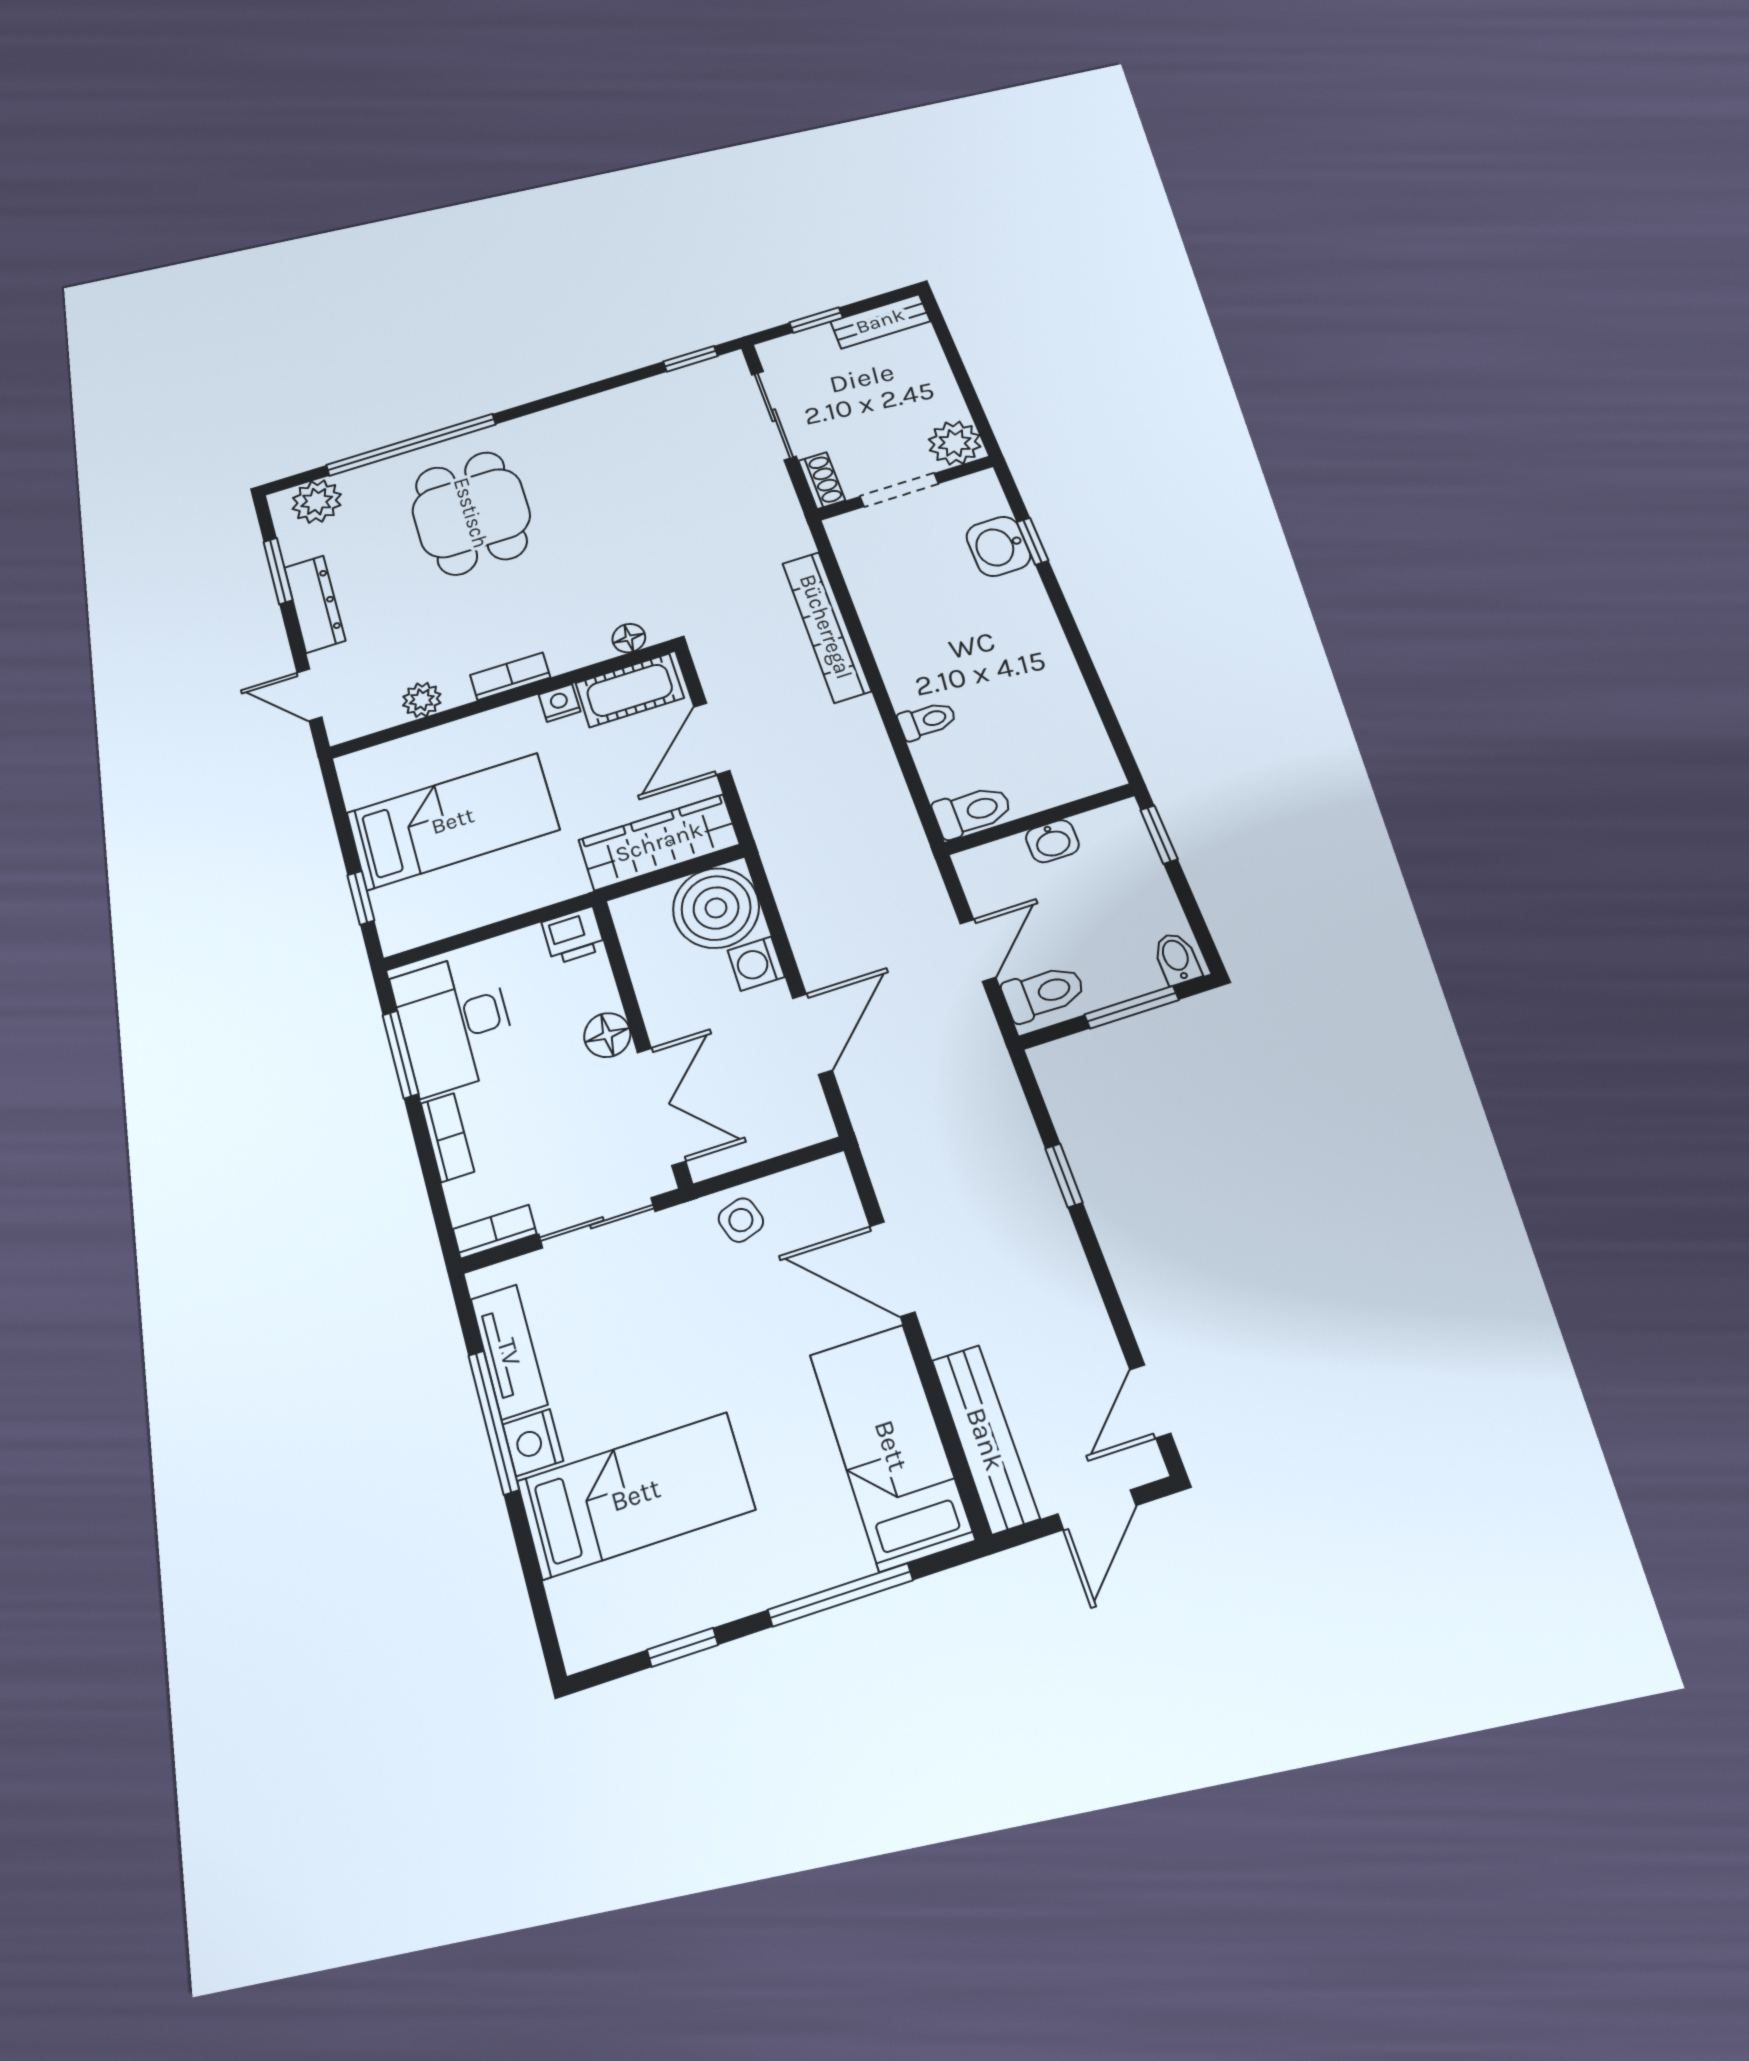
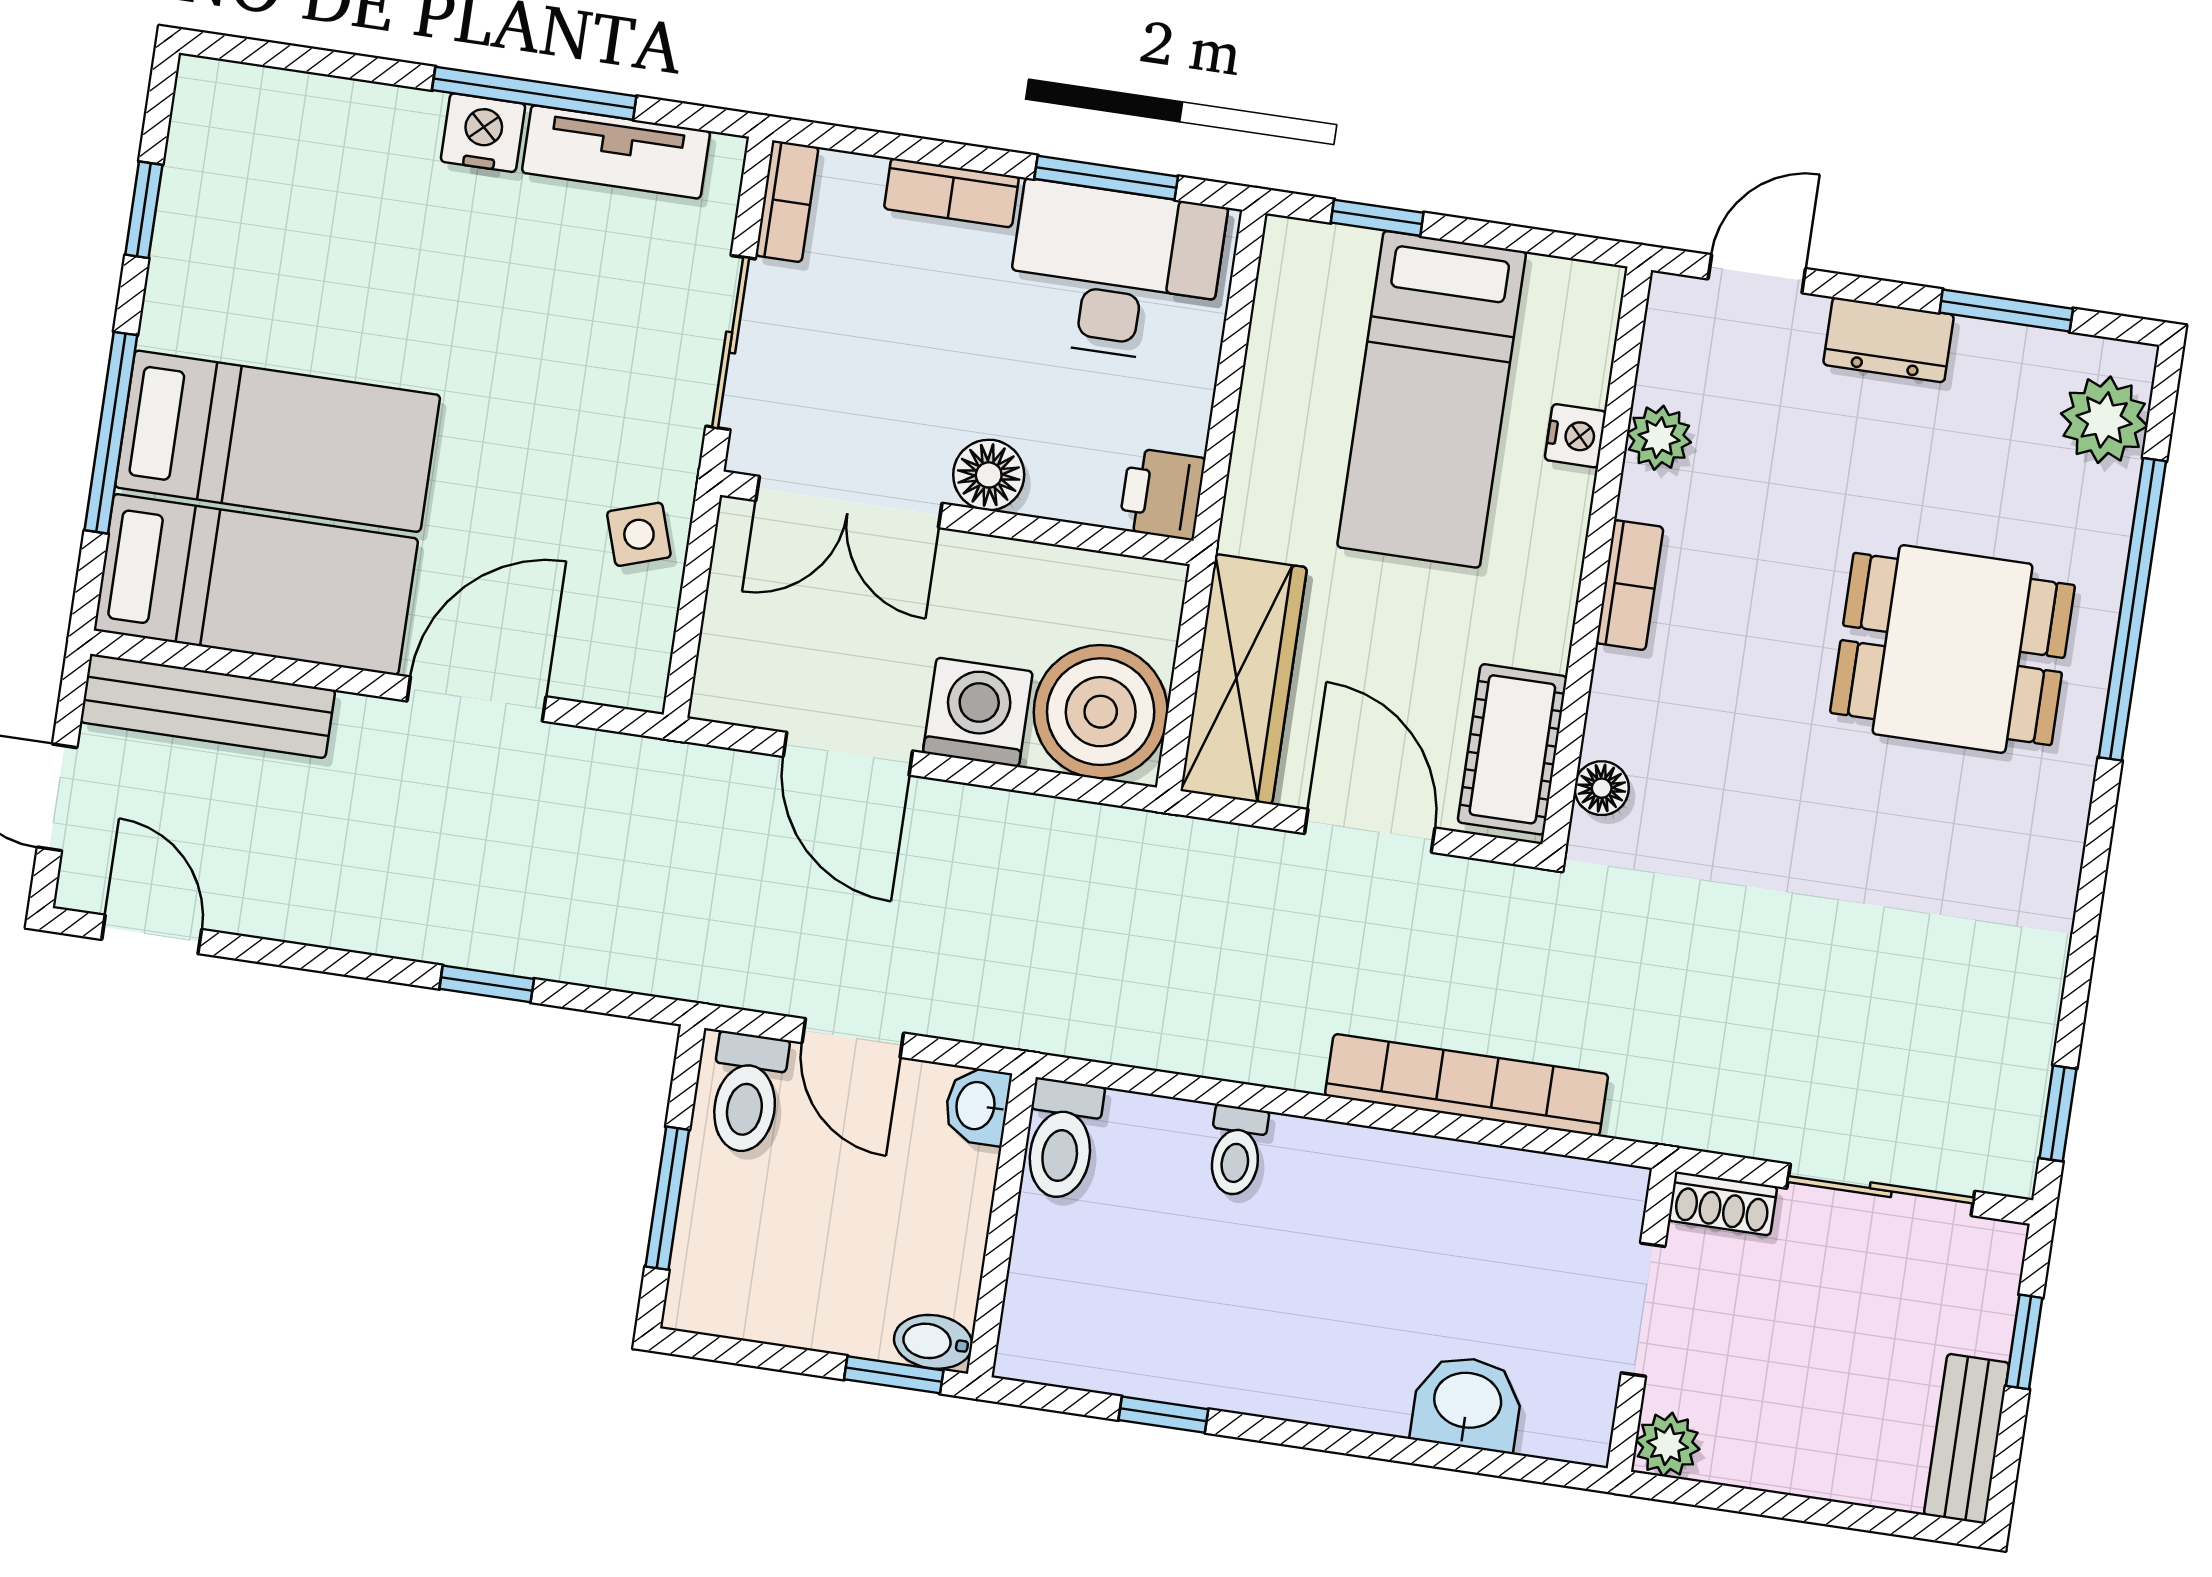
plant: (955, 443) -> (1668, 1445), width x0.73, depth x0.73
window: (1033, 541) -> (1163, 1415), moved
dresser: (315, 604) -> (1889, 340), width x0.70
nightstand: (560, 703) -> (1575, 436), moved
washbasin: (1052, 841) -> (977, 1106), moved
bidet: (1177, 958) -> (933, 1342), moved, turned 180
washing machine: (756, 964) -> (978, 712), width x1.38, depth x1.38
bed: (636, 1495) -> (278, 441), moved, turned -90

